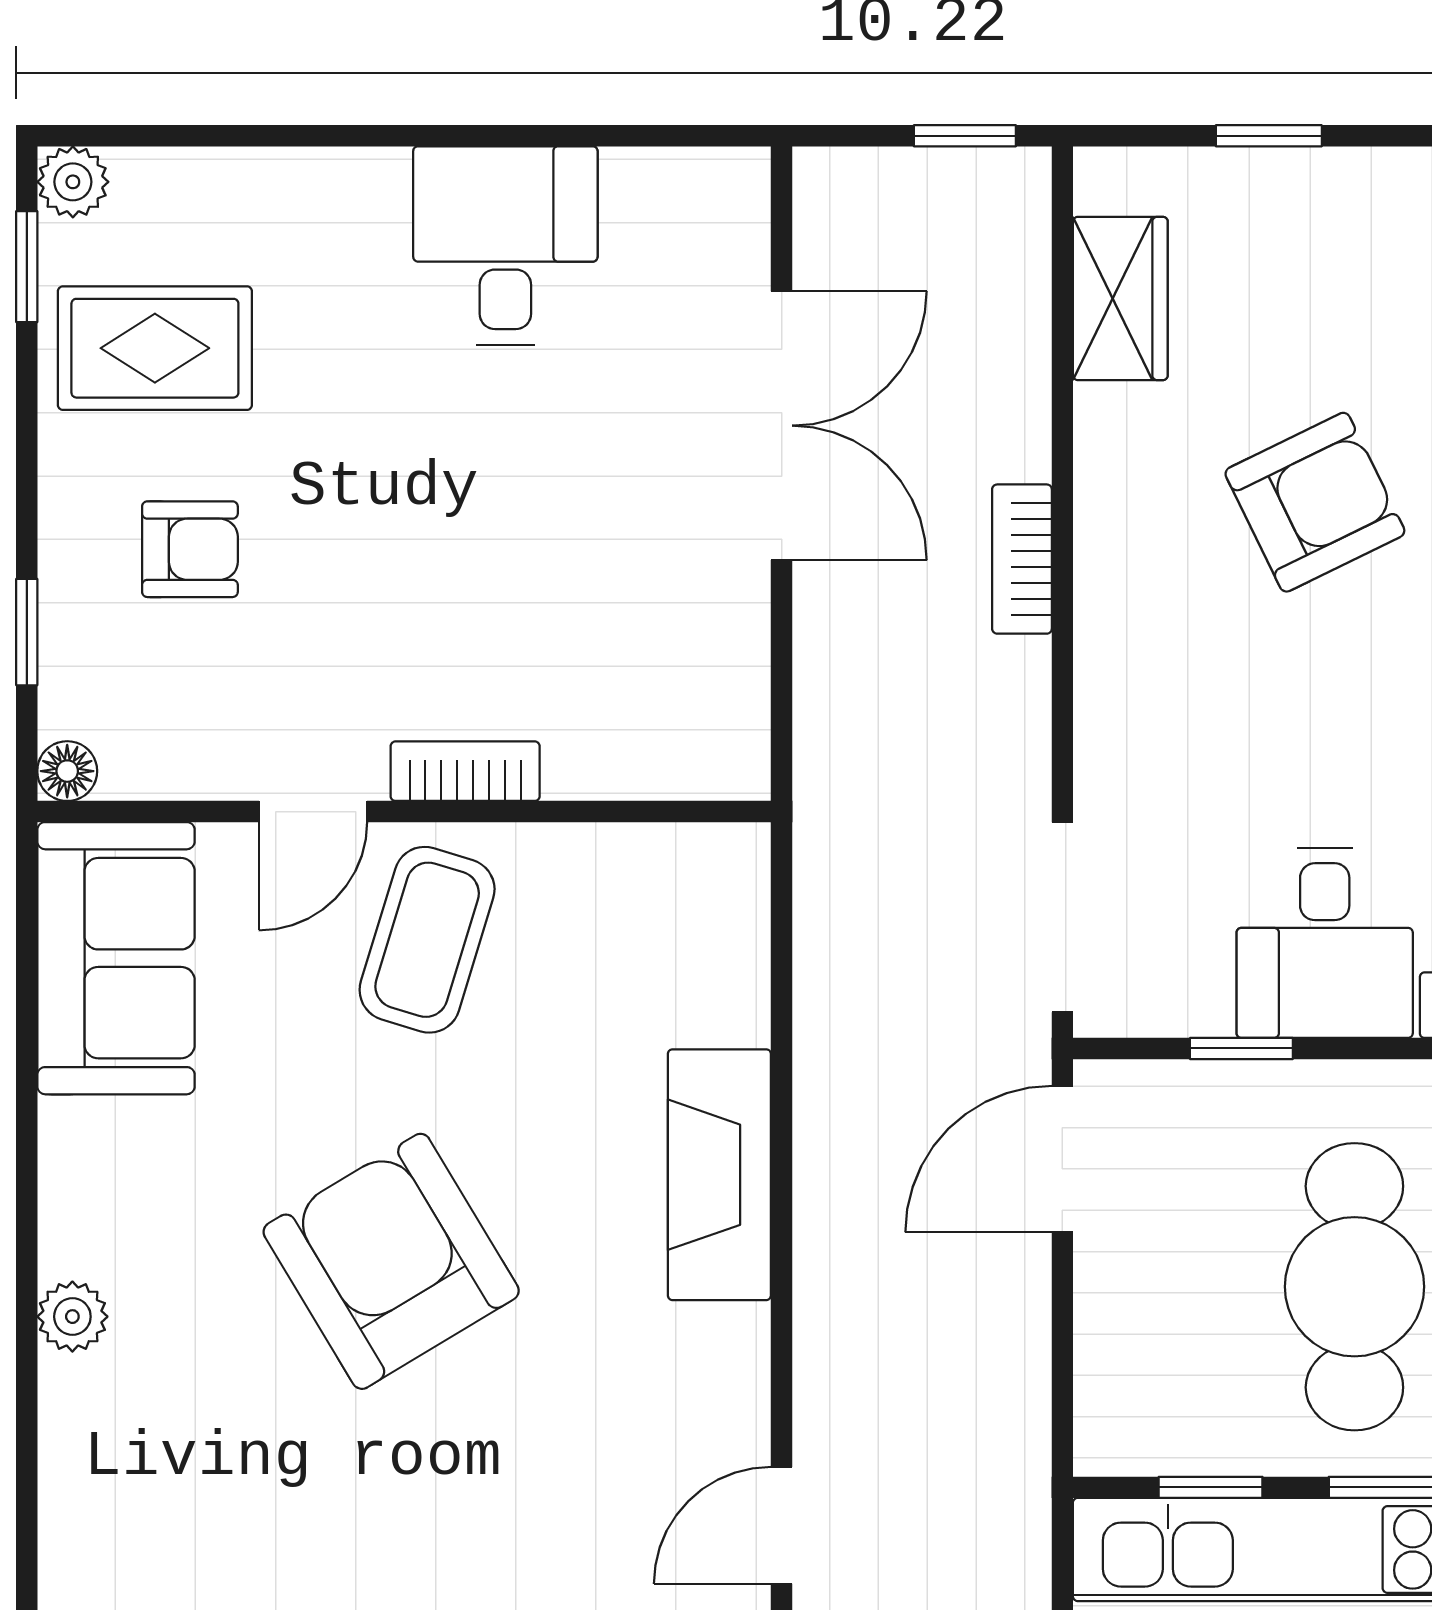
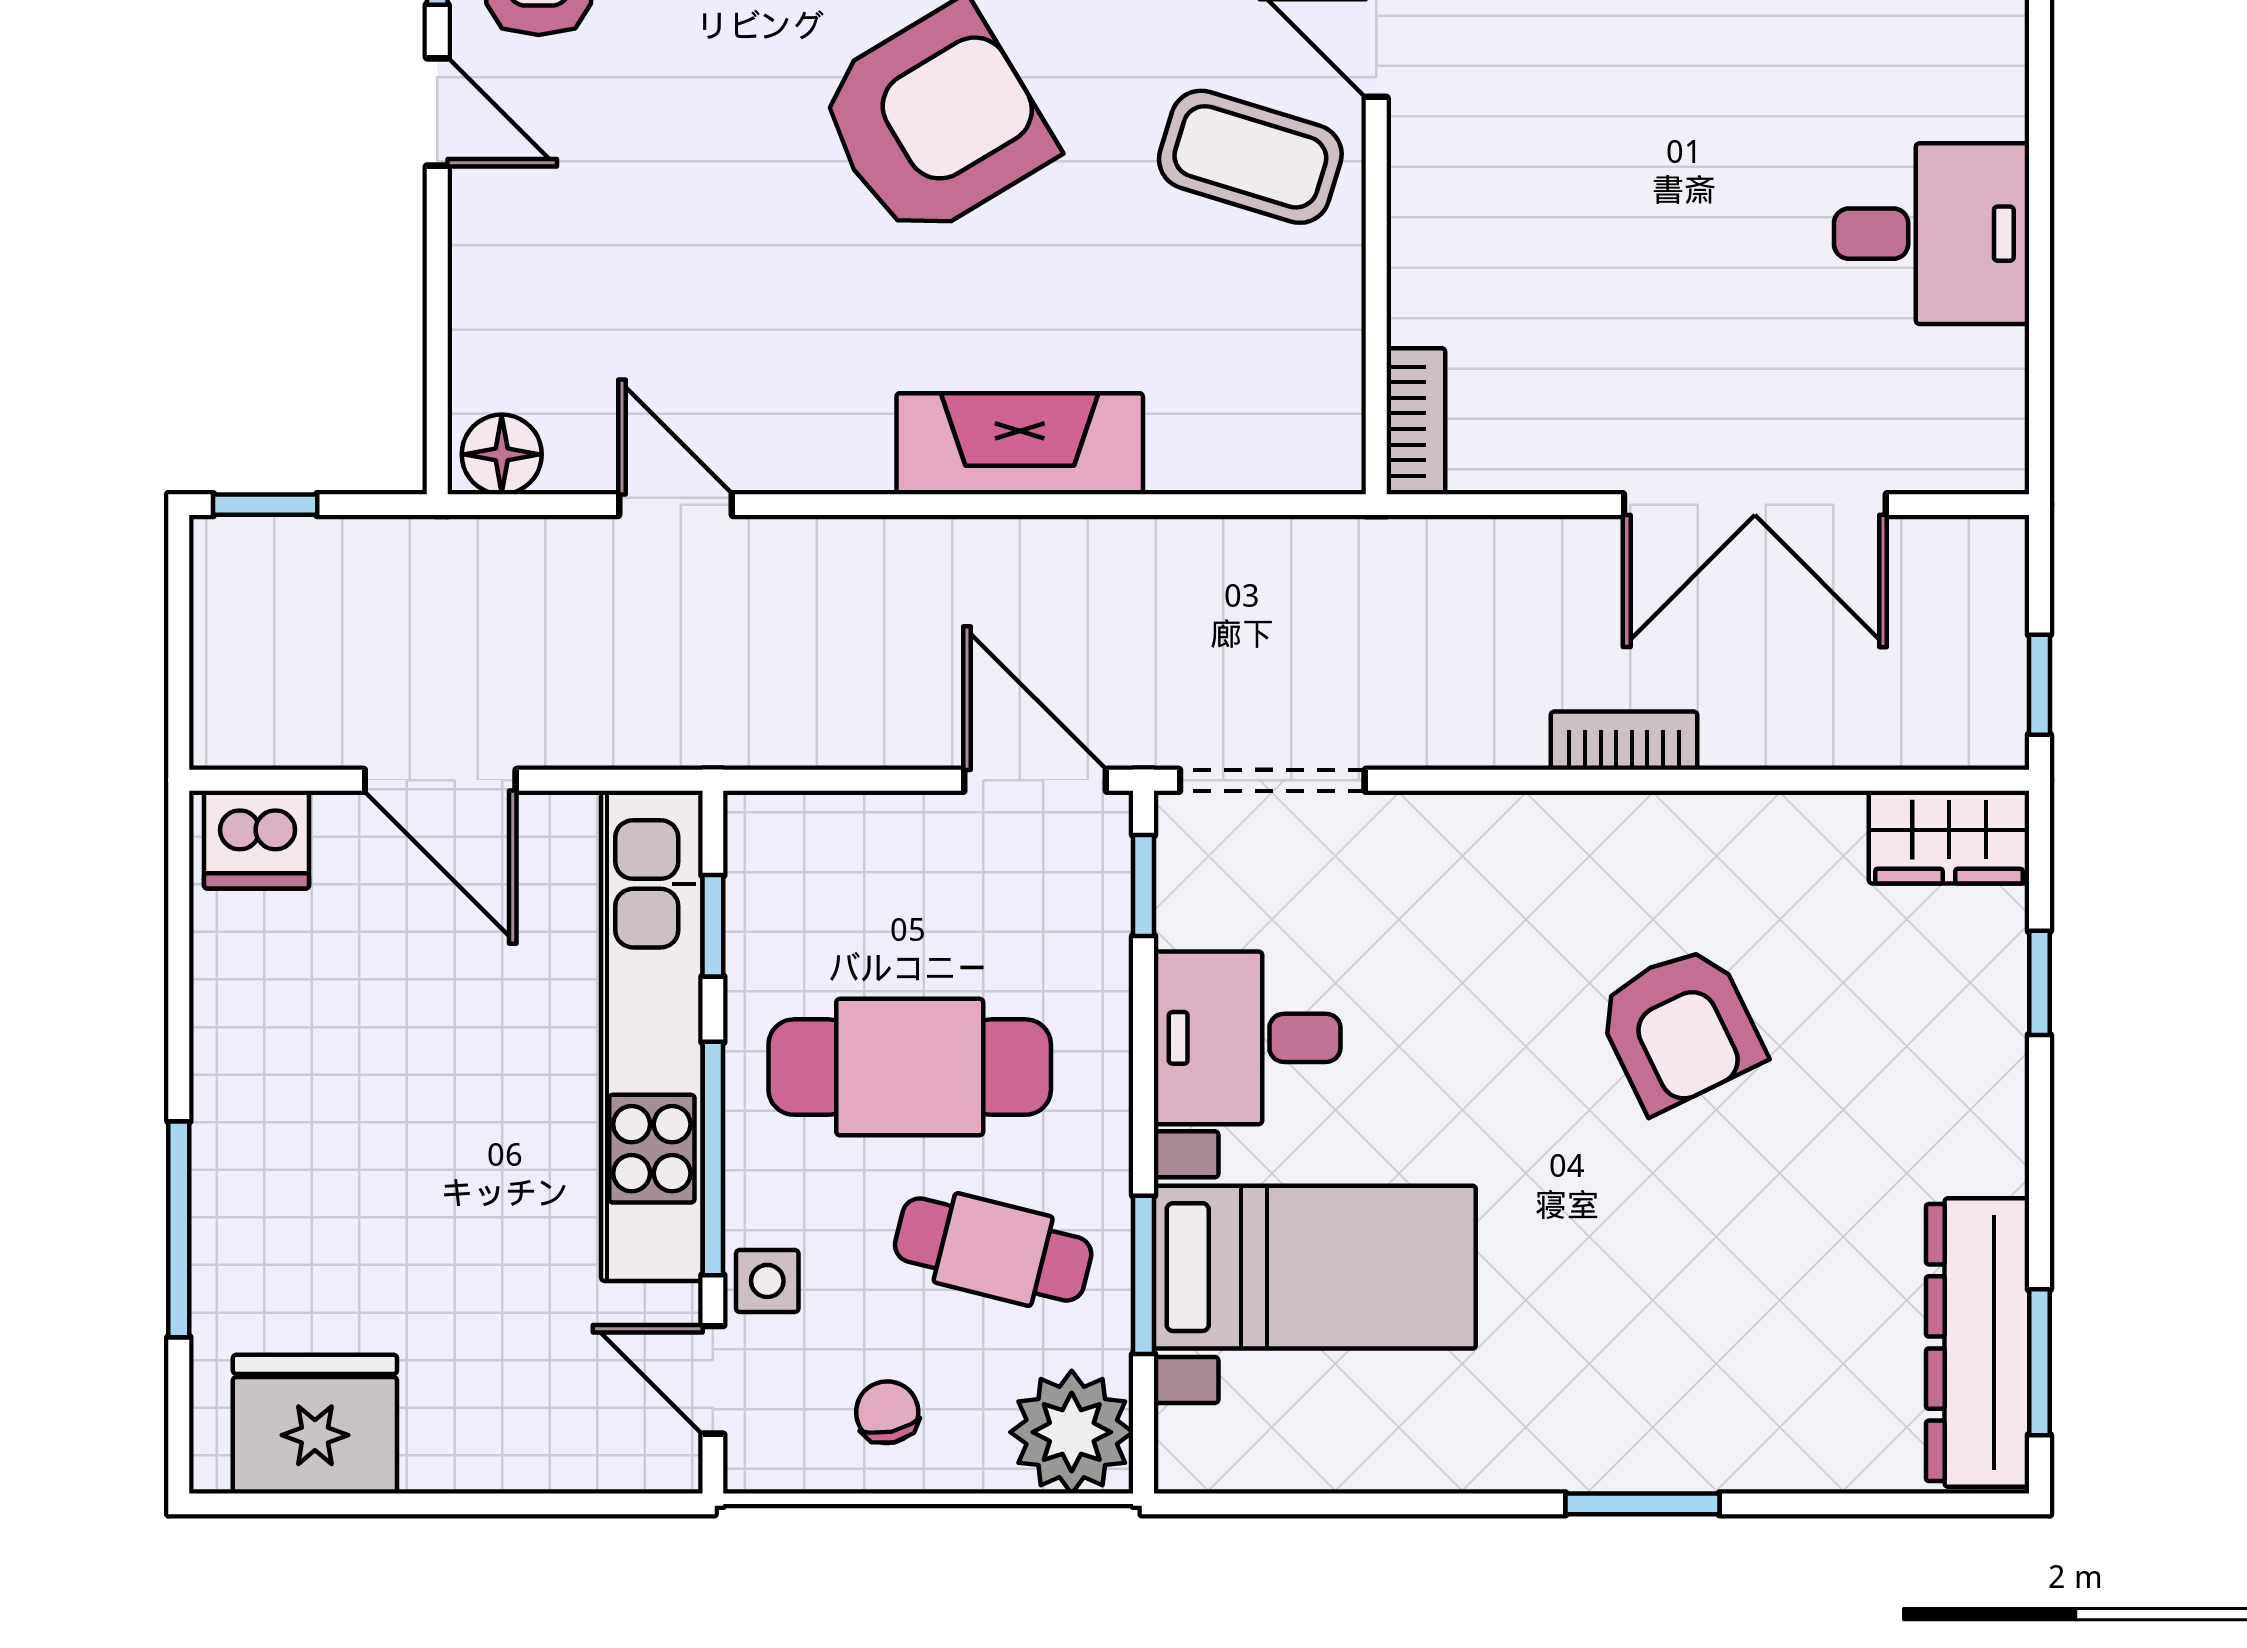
wardrobe: (1120, 298) -> (1949, 837), moved
bookcase: (465, 771) -> (1416, 421), moved
window: (1241, 1048) -> (1144, 885), moved

